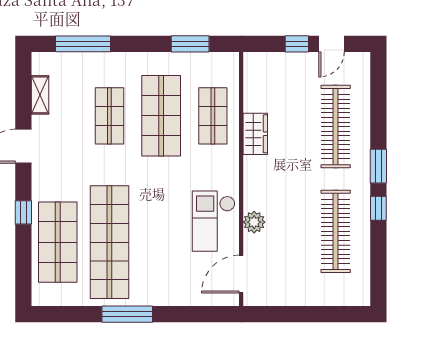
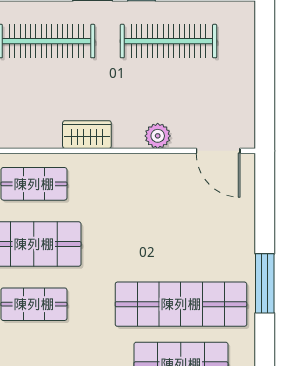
wardrobe: (255, 134) -> (87, 135), moved
checkout: (214, 221) -> (157, 183), removed

